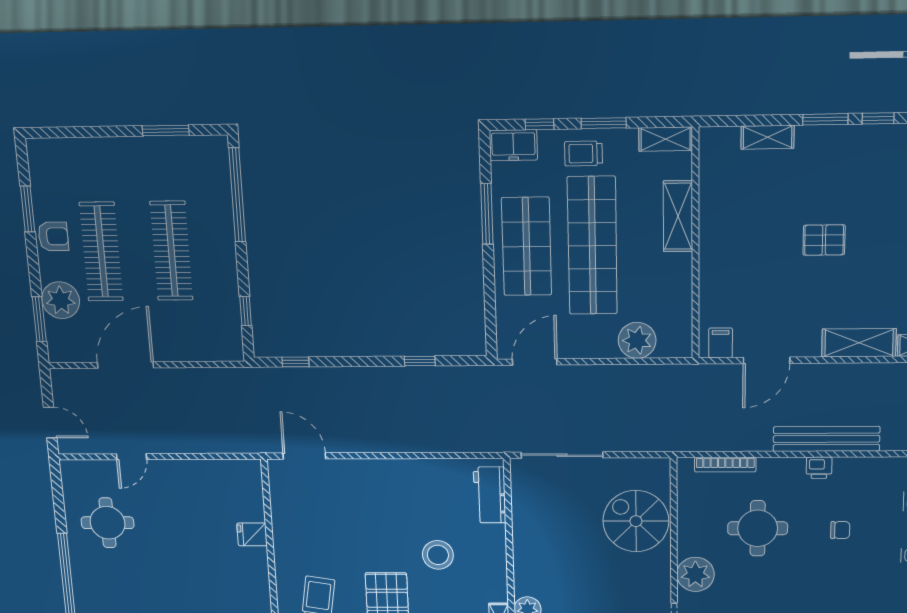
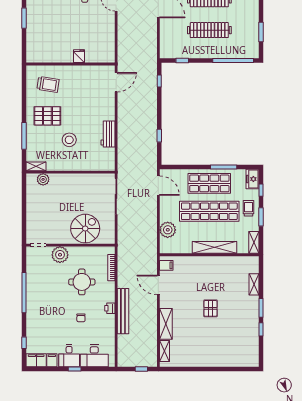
shelving: (678, 216) -> (214, 247), width x1.47
workbench: (490, 495) -> (108, 134), moved, turned -90

